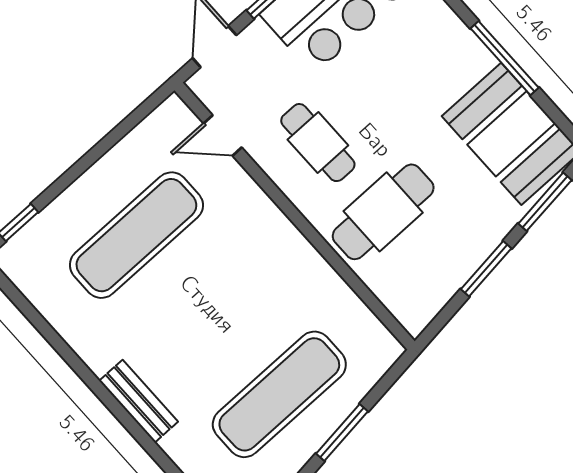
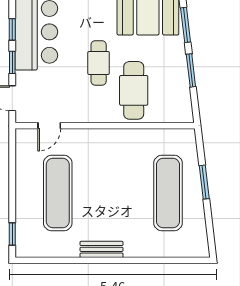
cafe table: (318, 143) -> (99, 63), moved, turned 90
bench: (139, 401) -> (102, 249), moved

